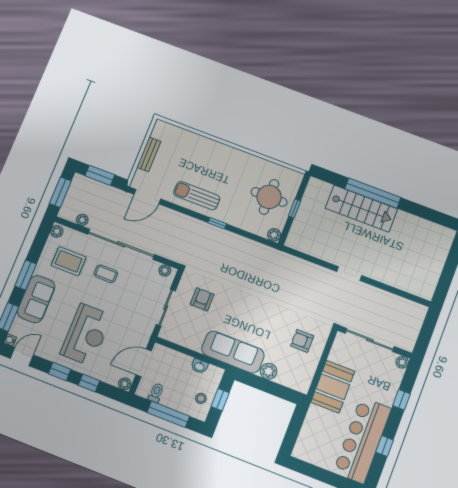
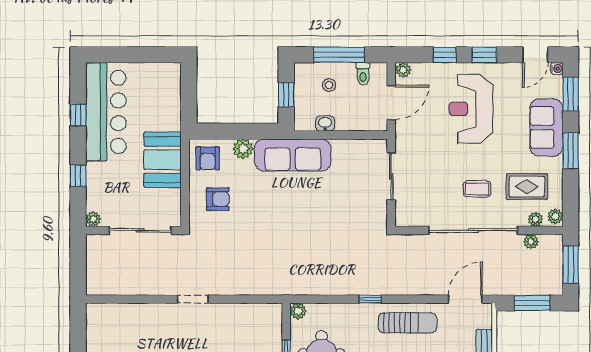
plant: (165, 271) -> (535, 219), moved
armchair: (202, 299) -> (208, 158), moved
stool: (201, 398) -> (329, 85), moved

